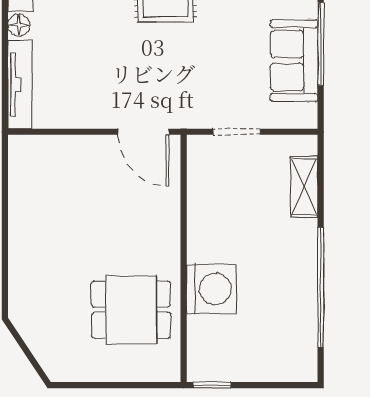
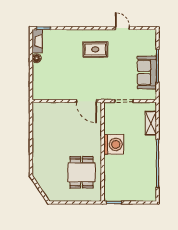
tv unit: (20, 84) -> (37, 82), removed
washing machine: (211, 289) -> (114, 144), moved
dining table: (131, 310) -> (82, 172), turned 90

